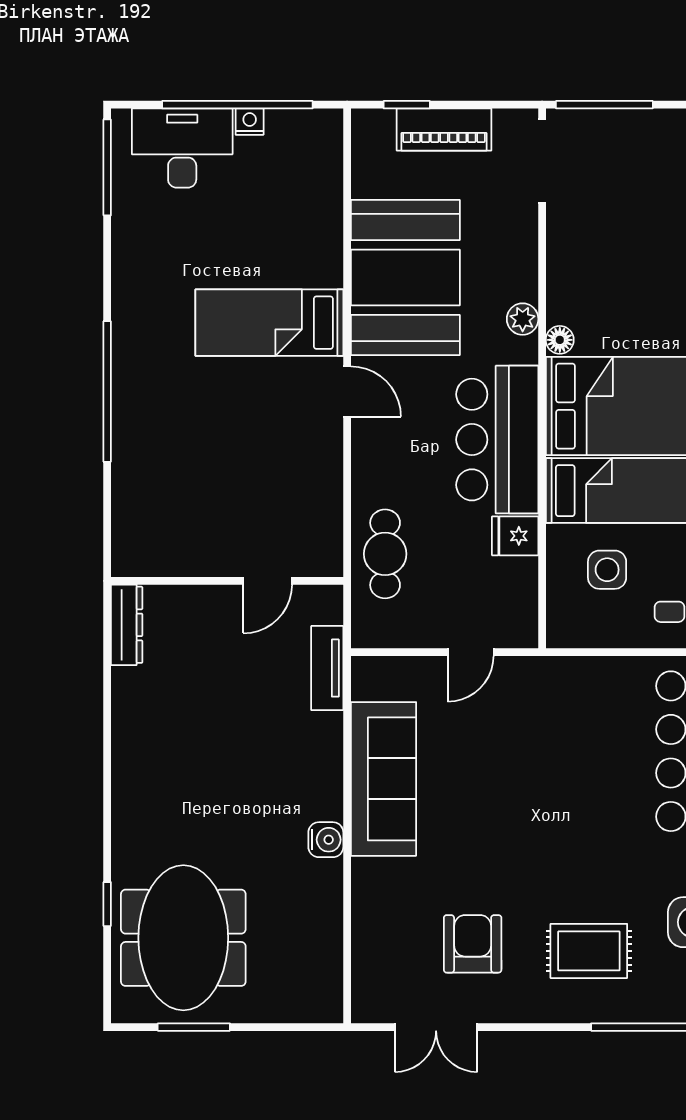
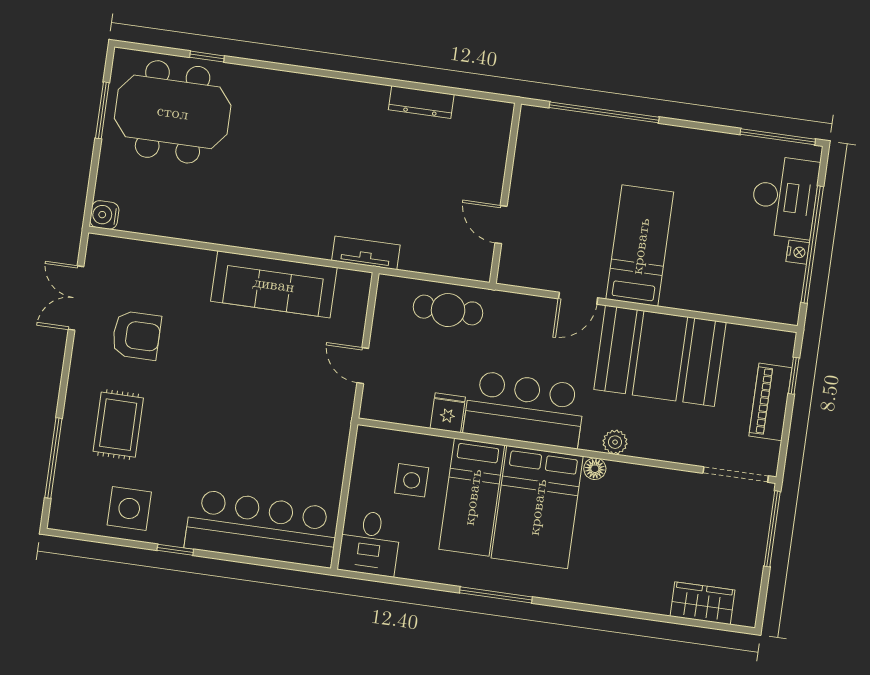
wall: (227, 581) -> (505, 193), moved
door: (268, 581) -> (501, 225), moved
water cooler: (326, 840) -> (104, 215), moved, turned 90

